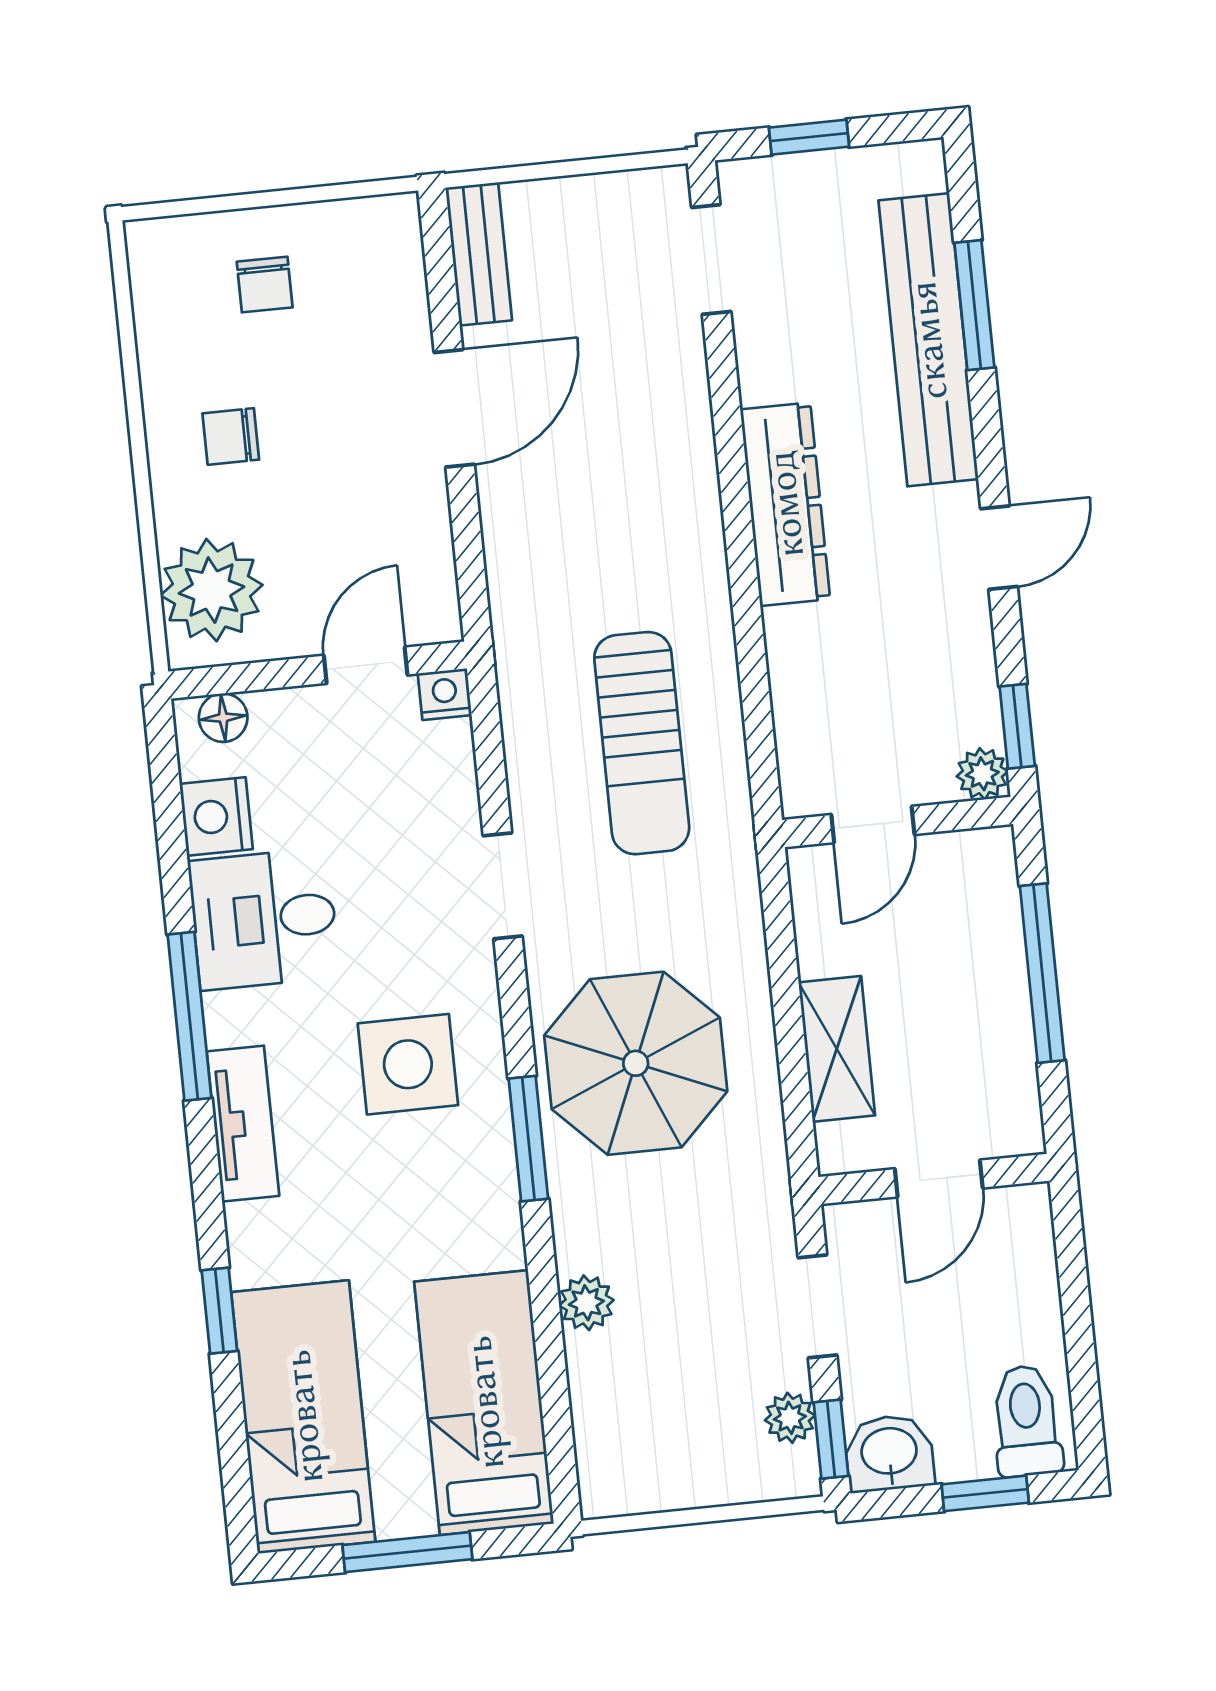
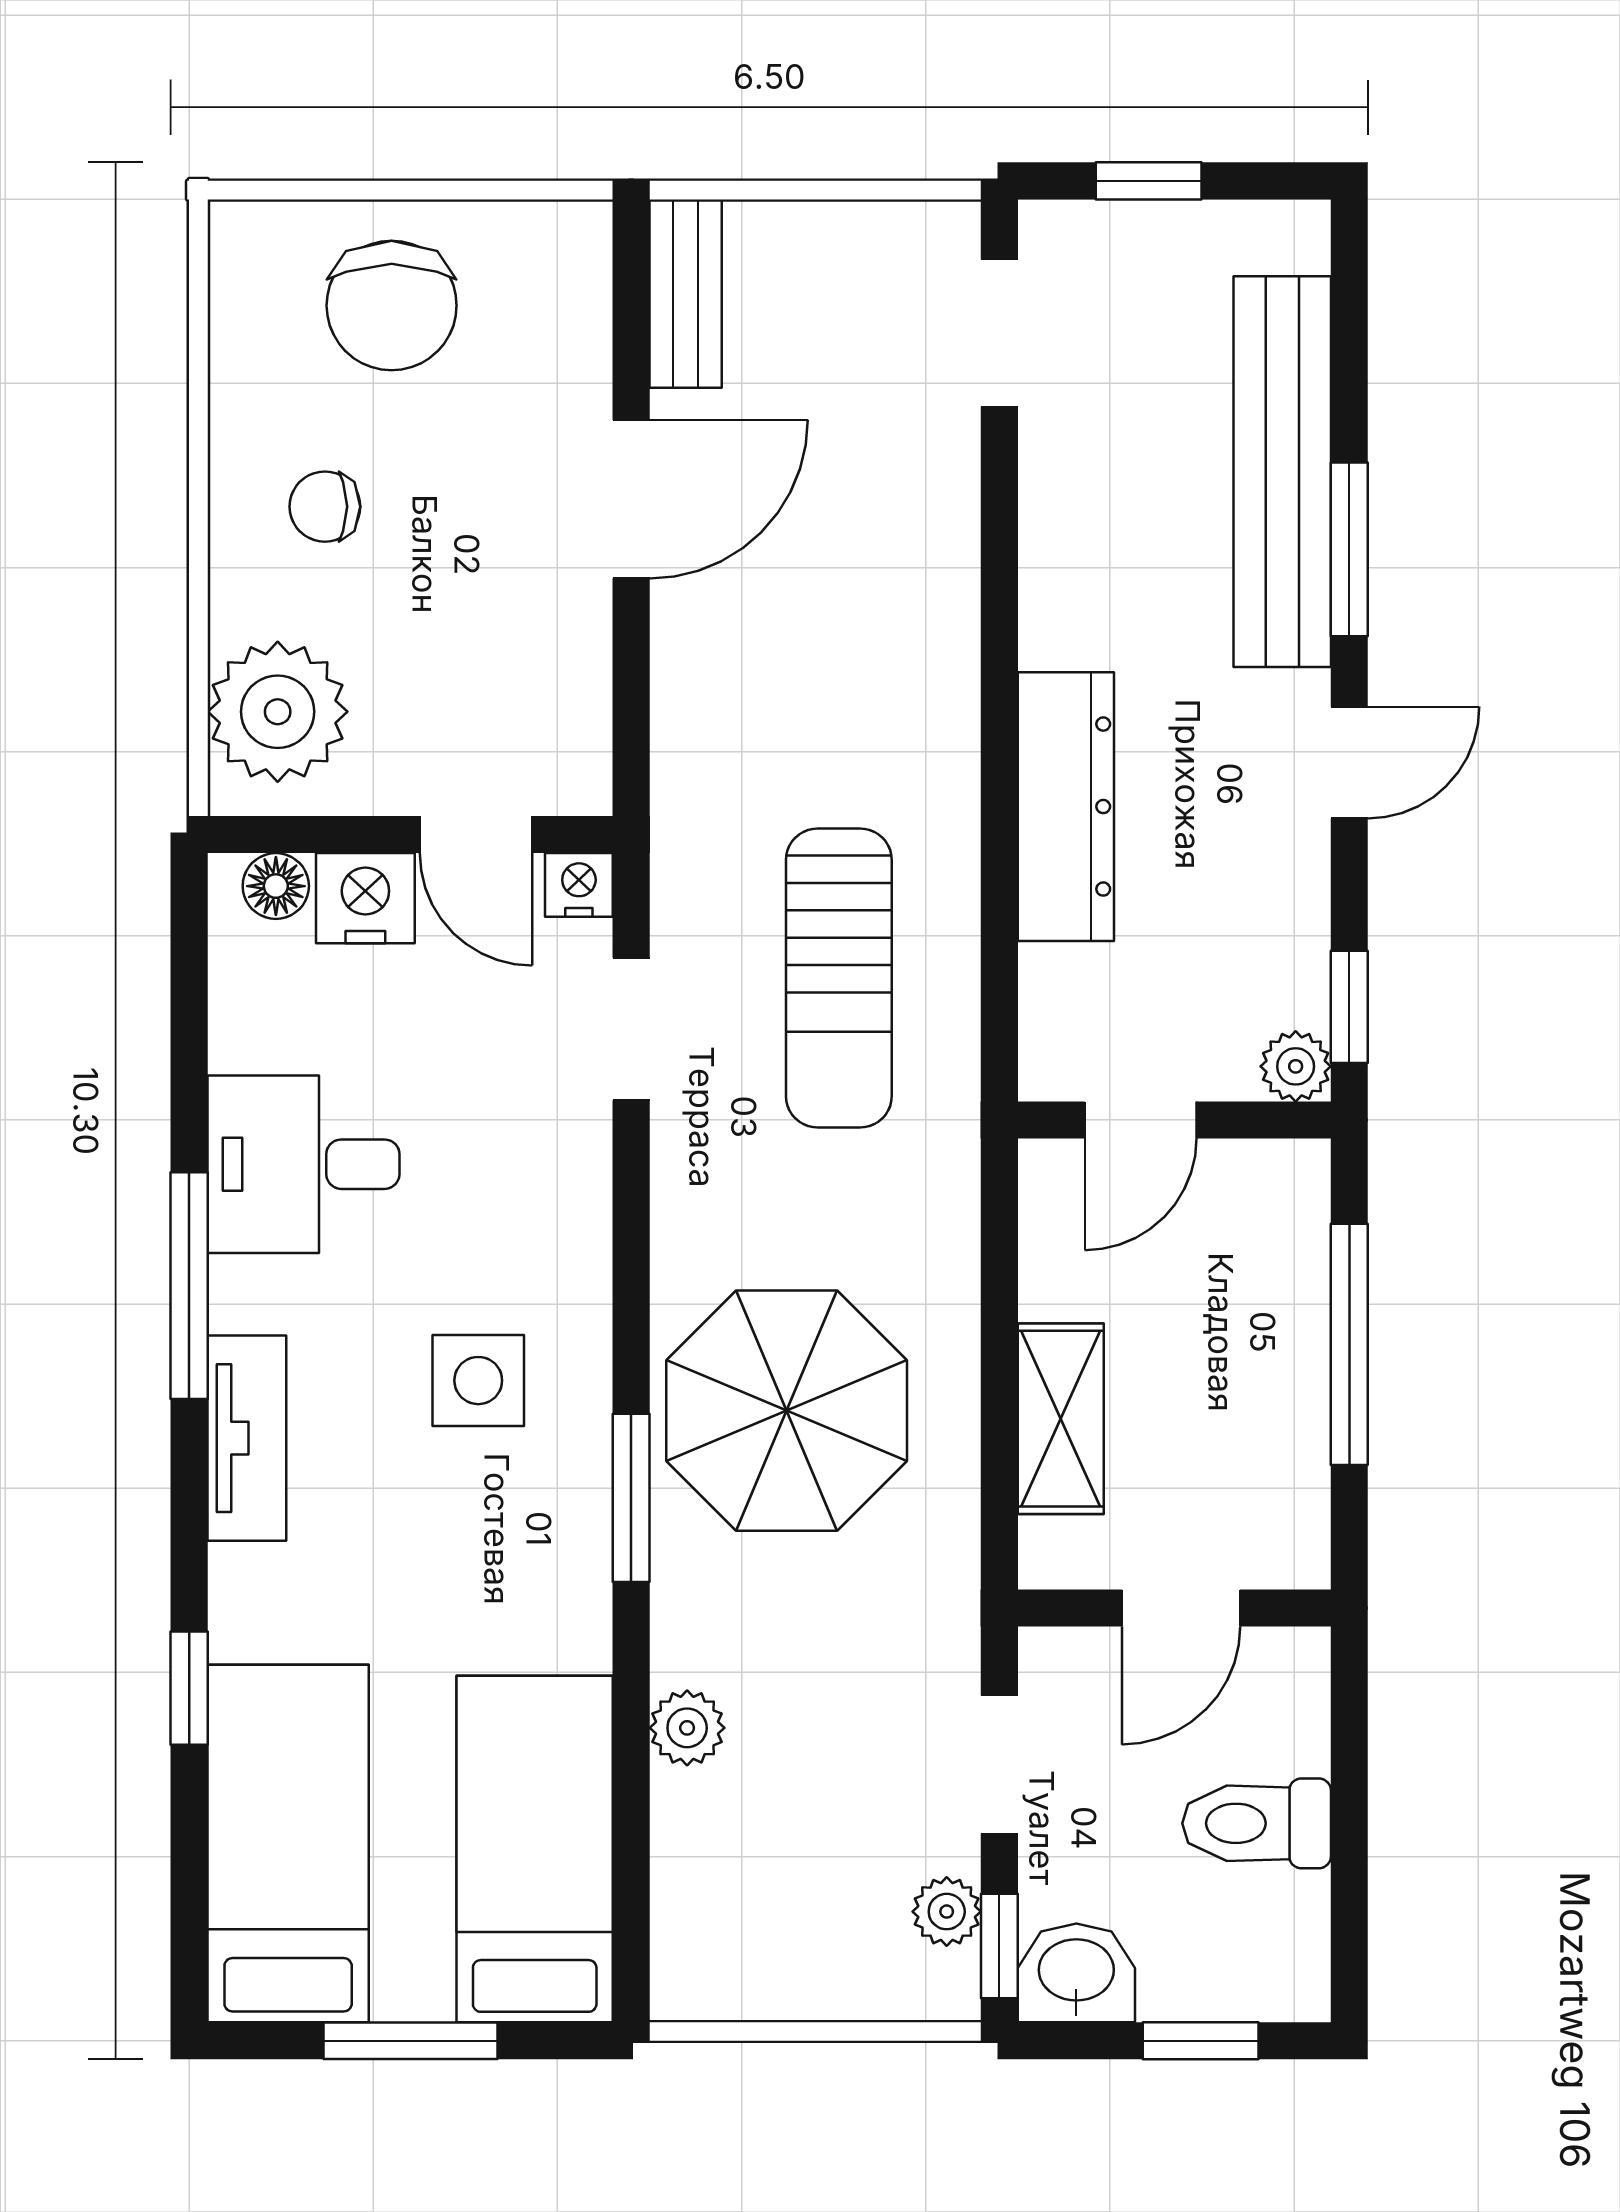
chair: (265, 284) -> (392, 306), width x1.87, depth x1.87
window: (974, 305) -> (1349, 549), moved
dresser: (785, 504) -> (1066, 807), moved
door: (366, 665) -> (476, 835), swing flipped
nightstand: (216, 816) -> (365, 898), moved, turned 90
doorway: (503, 886) -> (631, 1029), moved
side table: (408, 1064) -> (478, 1381), width x0.73, depth x0.73
toilet: (1026, 1421) -> (1257, 1823), moved, turned -90

